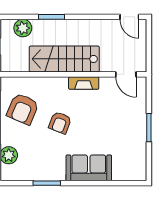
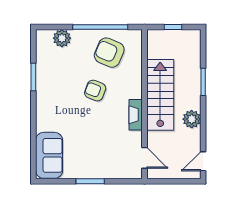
plant: (23, 28) -> (192, 119), moved
door: (126, 74) -> (144, 158), swing flipped
sofa: (89, 168) -> (49, 155), moved

